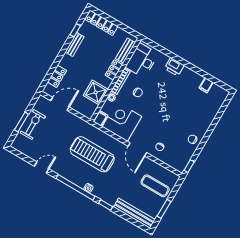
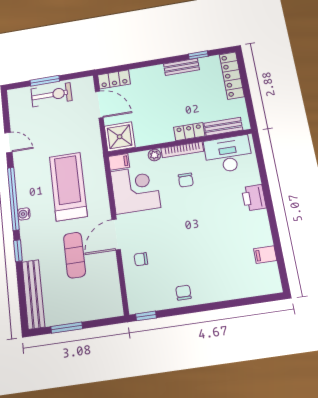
locker: (57, 76) -> (114, 79), moved
shower: (96, 92) -> (120, 137), moved
exercise mat: (155, 186) -> (74, 255), moved

